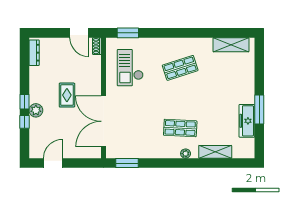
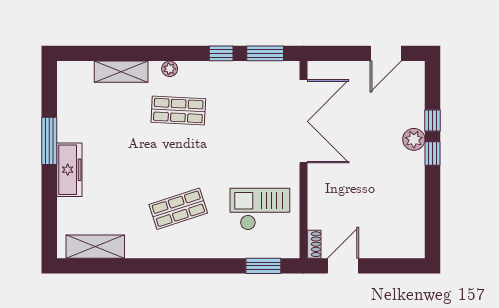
door: (79, 33) -> (343, 266), hinge flipped
dresser: (34, 53) -> (417, 234), removed
checkout: (130, 68) -> (260, 209), turned -90
rug: (67, 95) -> (363, 164), removed
freezer: (247, 121) -> (69, 170), moved
window: (154, 163) -> (221, 53), added

